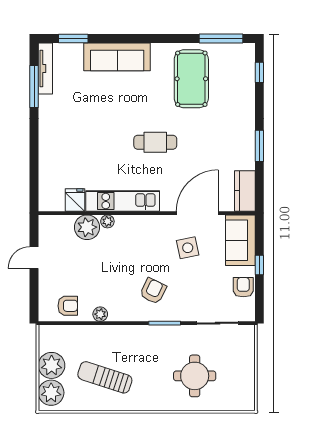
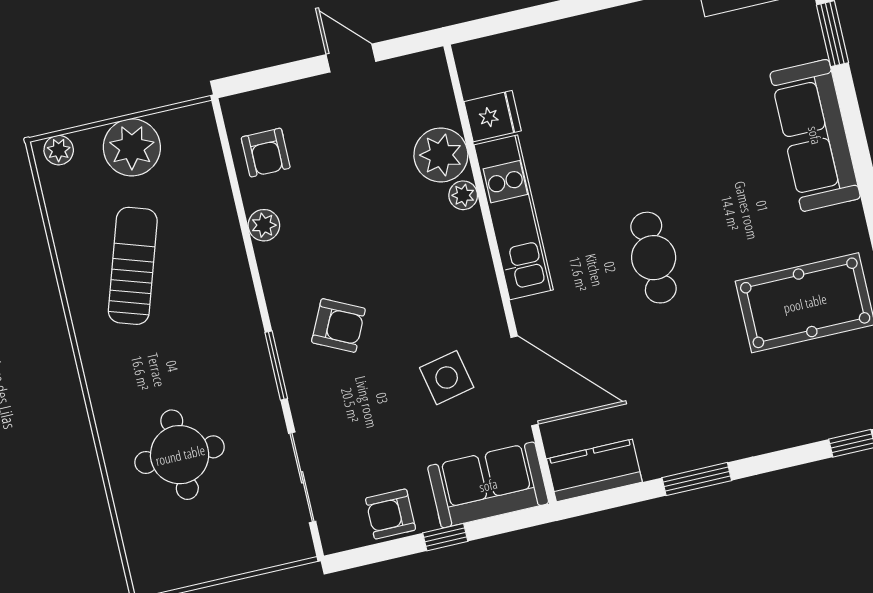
armchair: (243, 287) -> (391, 514), turned 180
plant: (51, 393) -> (59, 150), width x0.53, depth x0.53

